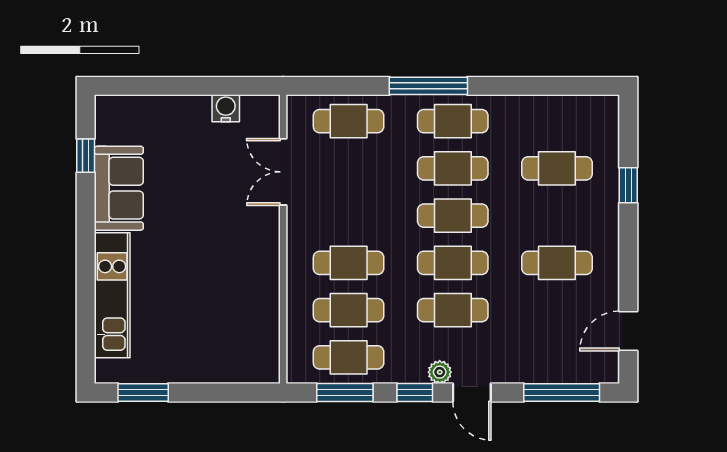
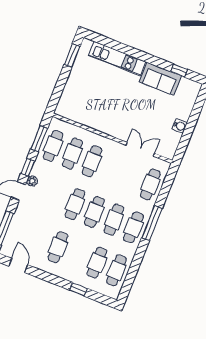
water cooler: (226, 108) -> (180, 126), moved
cafe table: (453, 310) -> (116, 270), moved

